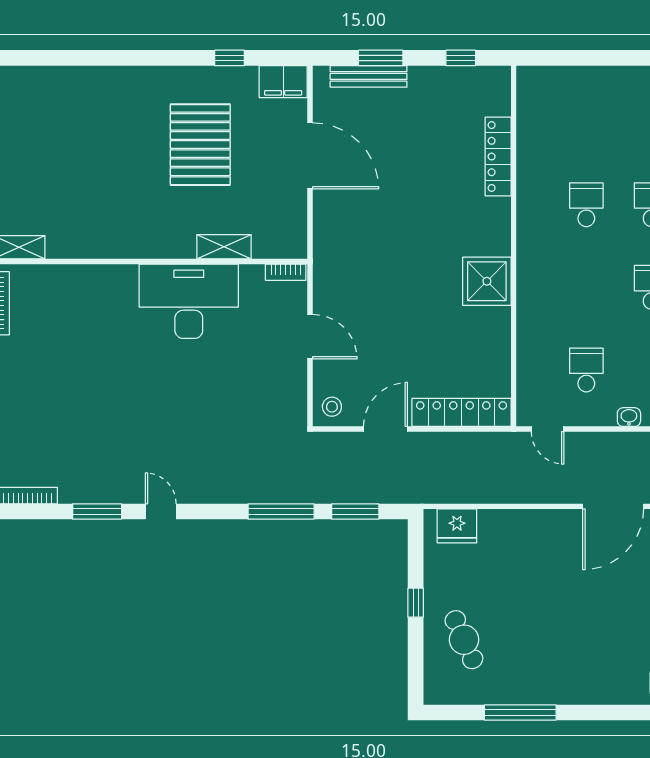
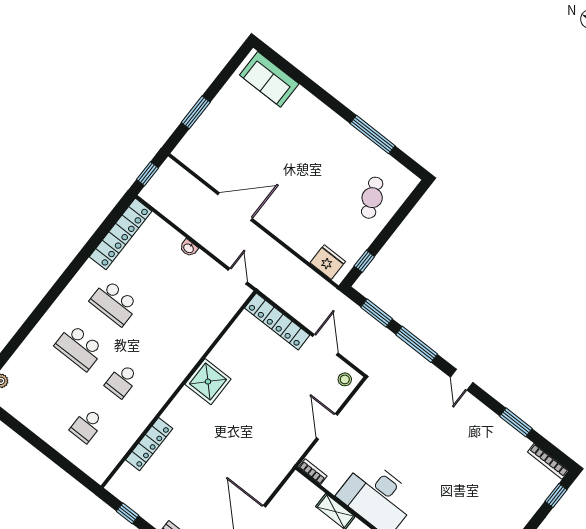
school desk: (586, 370) -> (87, 425), moved
door: (385, 429) -> (325, 345), swing flipped
door: (161, 511) -> (462, 380), moved
window: (416, 603) -> (364, 261), moved

